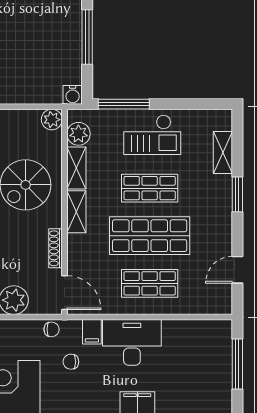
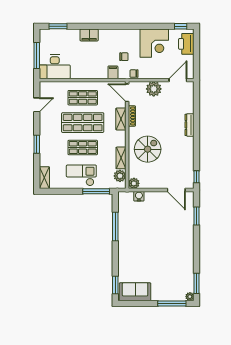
water cooler: (73, 95) -> (139, 196), moved
shelving: (223, 152) -> (44, 178), moved
shelving: (76, 212) -> (121, 119), moved
desk: (132, 342) -> (55, 67), moved

